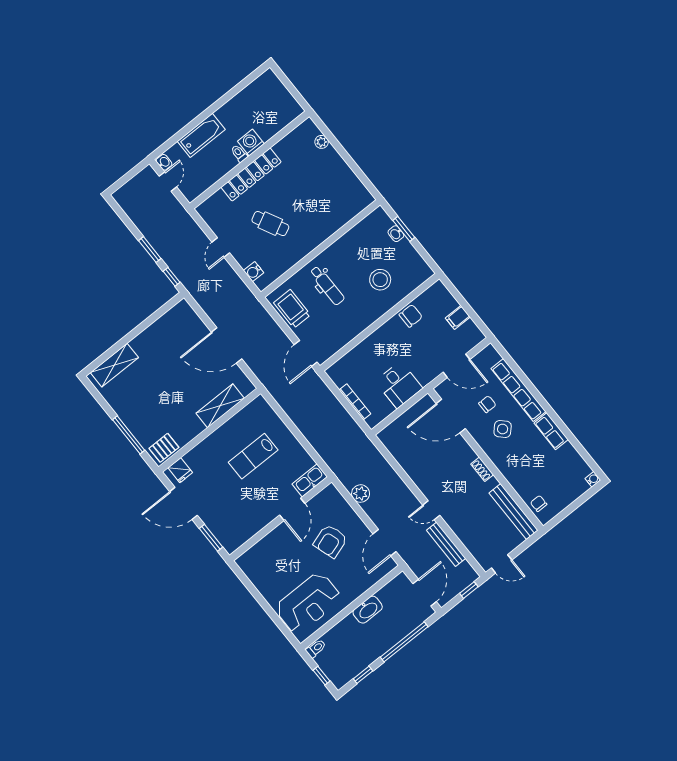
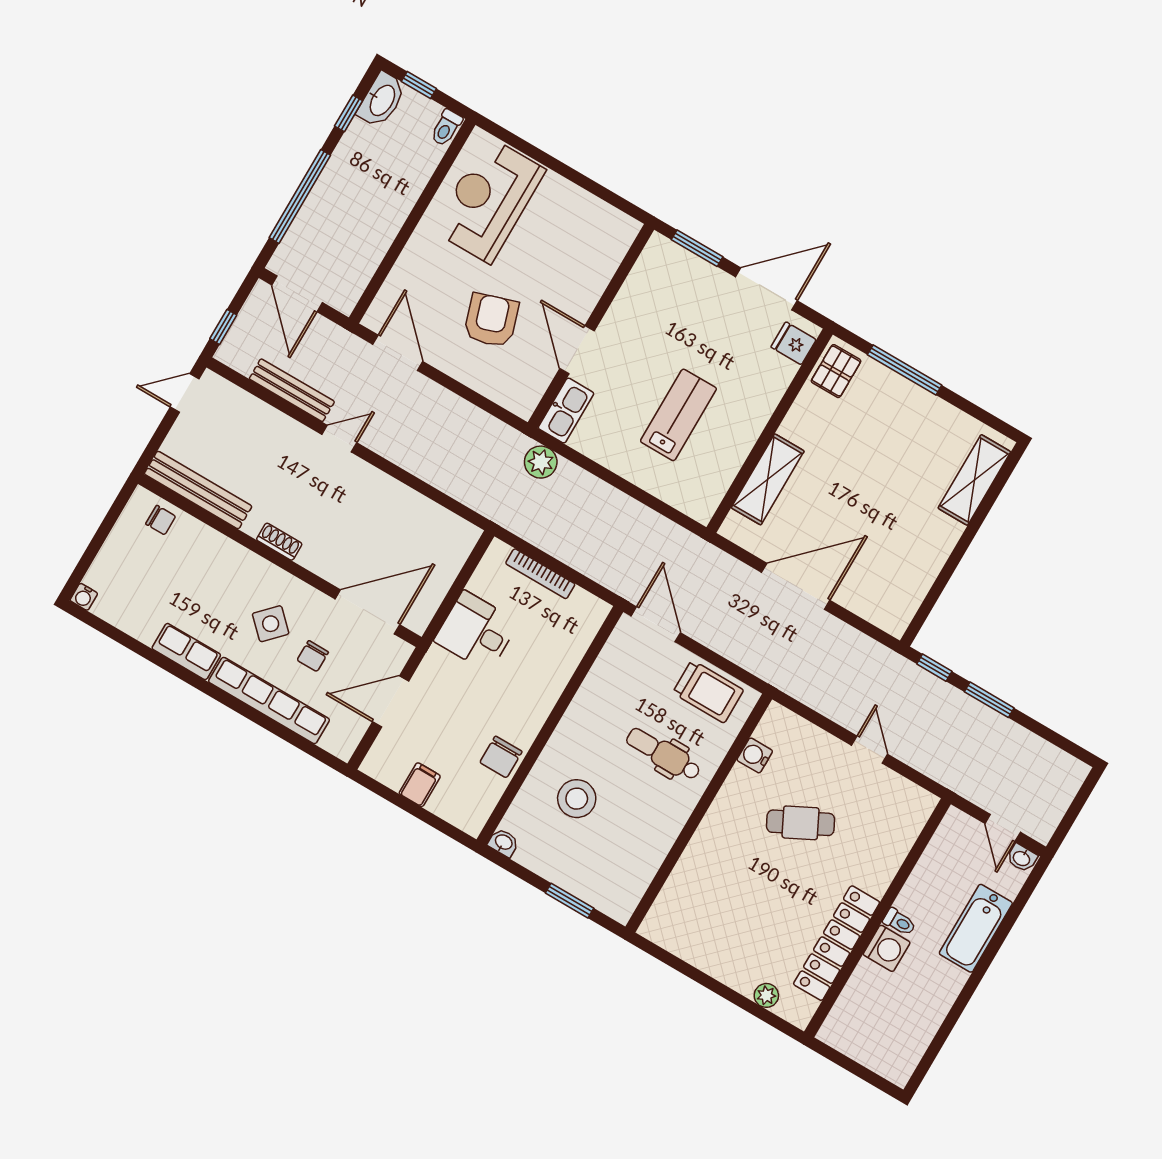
locker: (251, 175) -> (837, 943), moved
washbasin: (396, 234) -> (503, 843), moved
water cooler: (254, 272) -> (755, 755), moved, turned -90
plant: (361, 494) -> (541, 462), moved
washbasin: (368, 610) -> (382, 100), moved, turned 180

